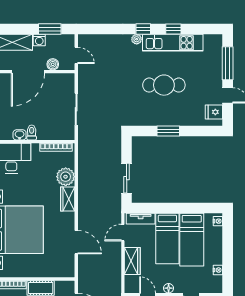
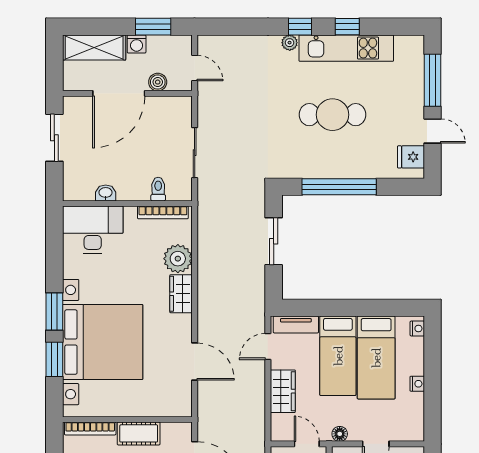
window: (168, 131) -> (339, 187), width x2.11
toilet: (32, 132) -> (158, 189), moved
sliding door: (127, 178) -> (274, 241), moved
nightstand: (218, 270) -> (417, 384), moved

